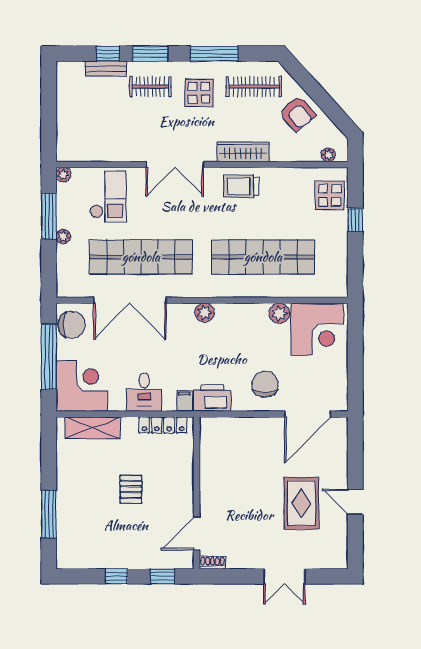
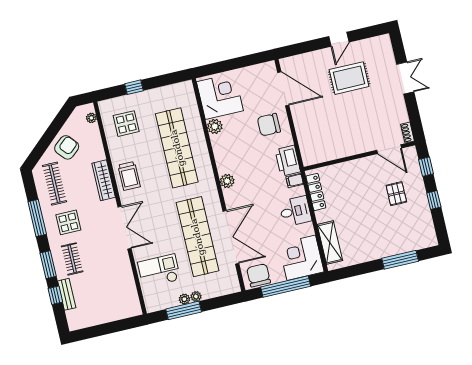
plant: (63, 175) -> (184, 299), moved
display table: (330, 195) -> (126, 124), moved
pallet: (131, 489) -> (396, 194), moved, turned 90

